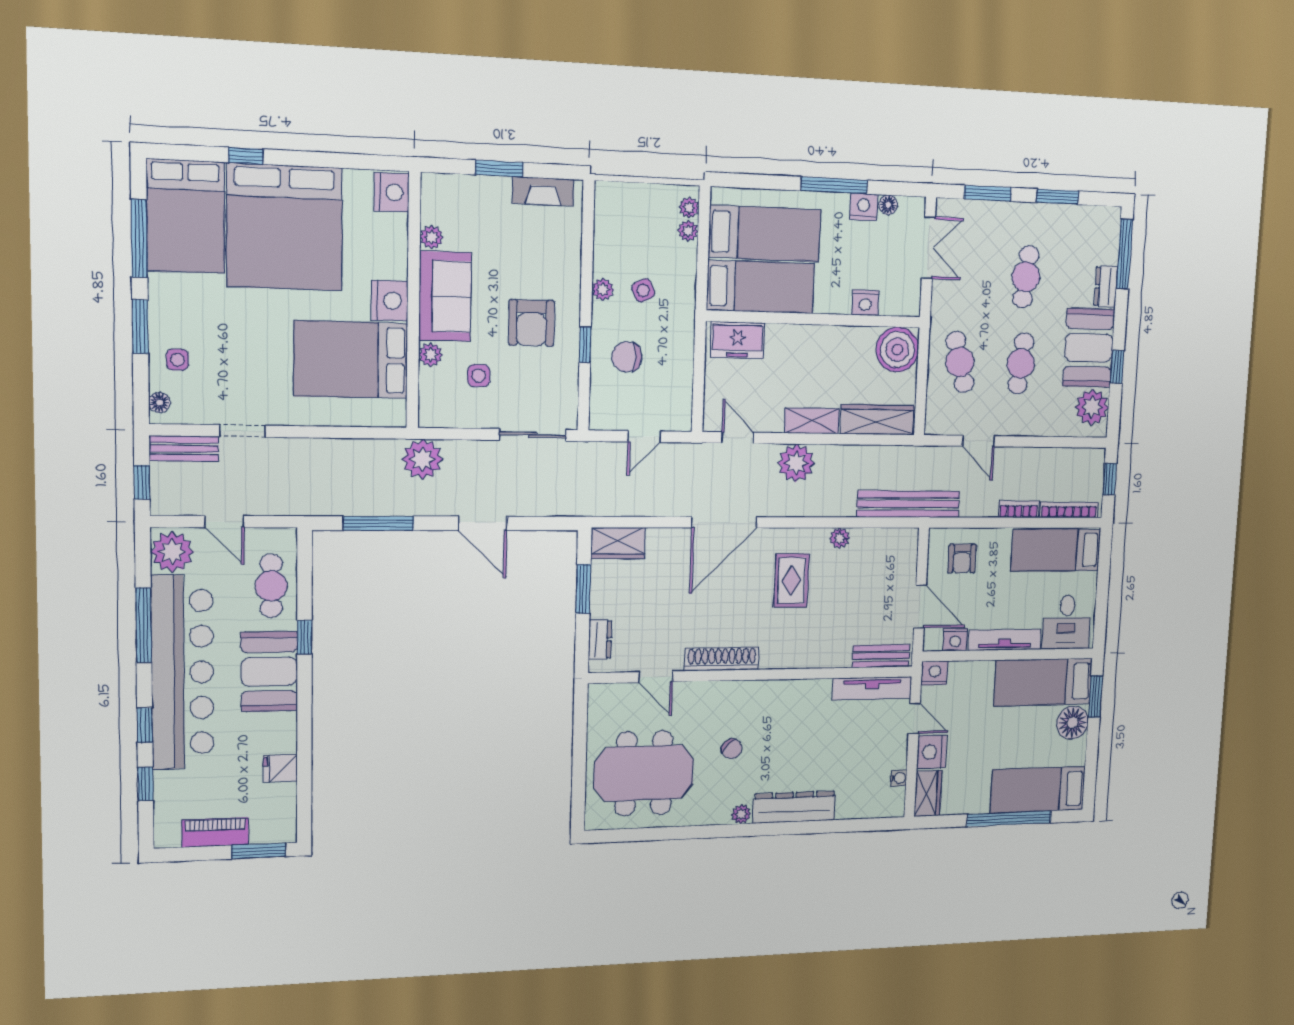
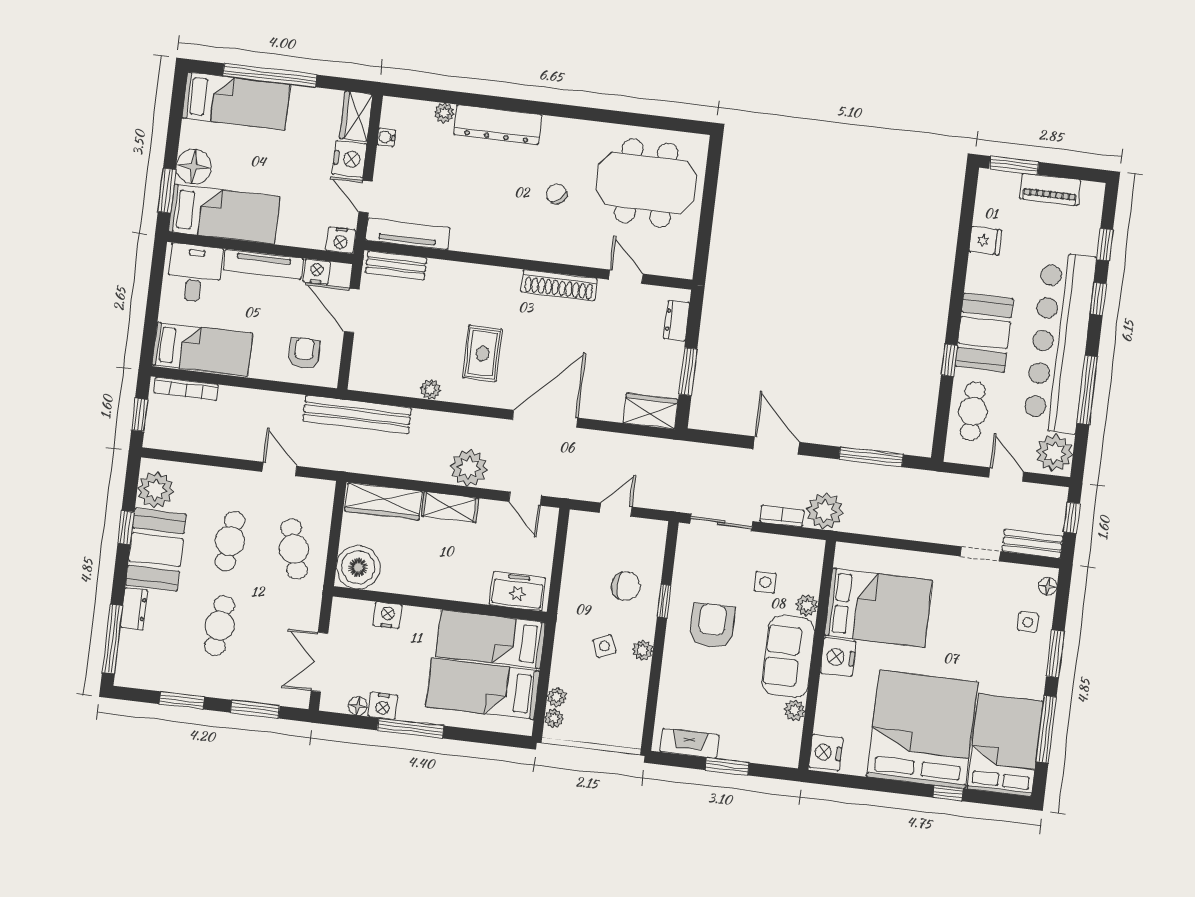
bookcase: (1019, 509) -> (782, 516), moved, turned 180
plant: (741, 814) -> (444, 113), moved

